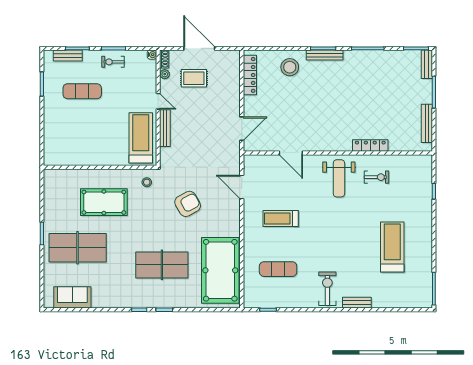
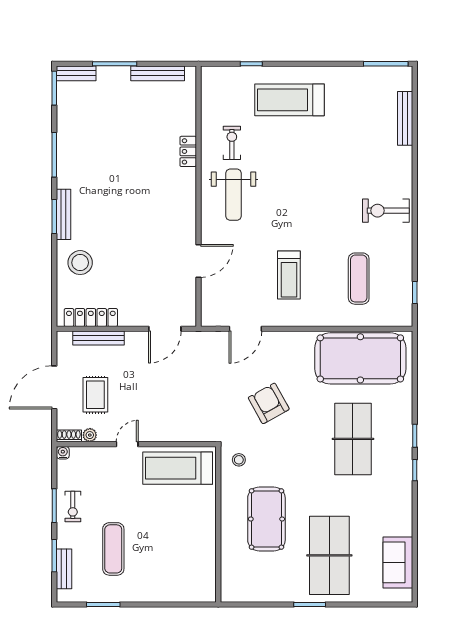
bench: (165, 128) -> (98, 338), moved
door: (242, 129) -> (165, 329), swing flipped
locker: (370, 146) -> (188, 151), width x0.66
weight bench: (339, 178) -> (234, 195), turned 90
treadmill: (392, 247) -> (289, 100), moved
bench: (357, 303) -> (405, 118), moved, width x1.36

